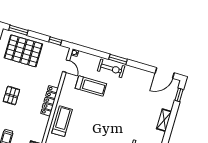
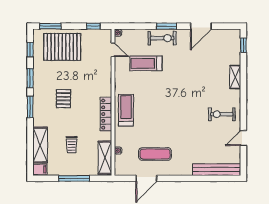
door: (165, 73) -> (201, 26), moved
treadmill: (91, 86) -> (146, 63), turned 180
locker: (49, 101) -> (106, 114), moved

